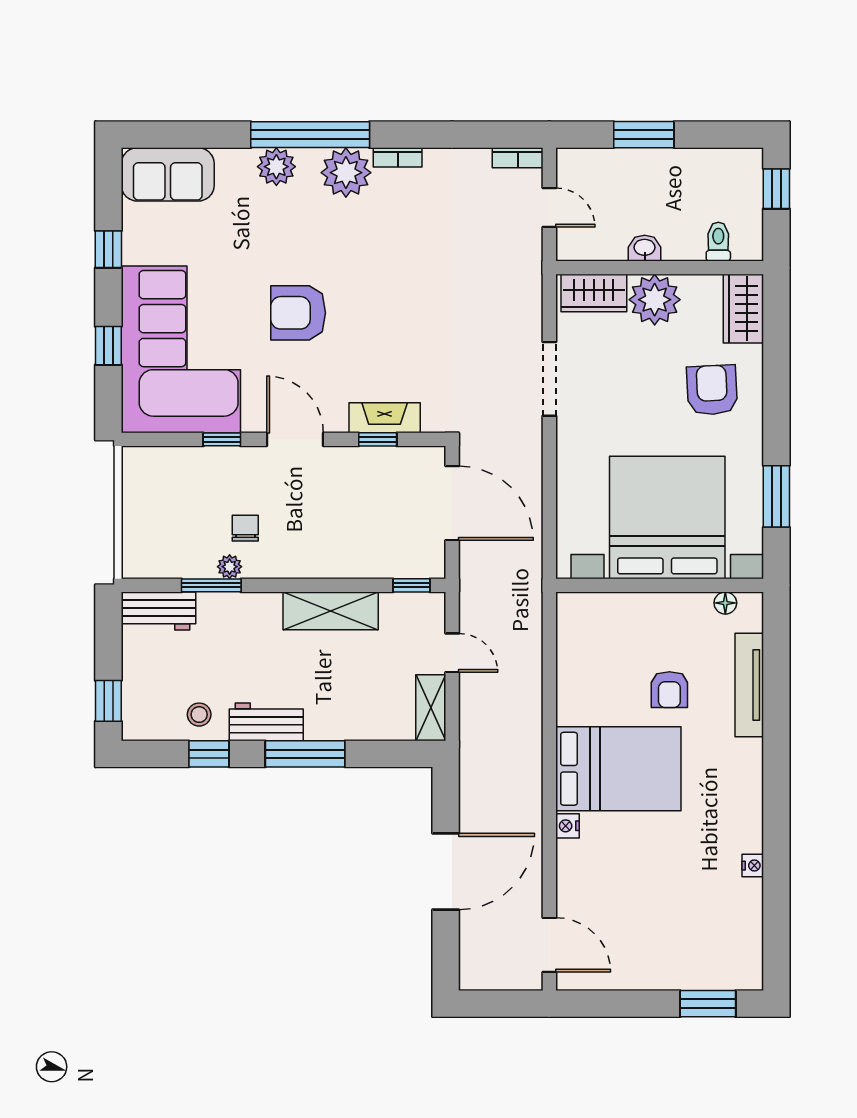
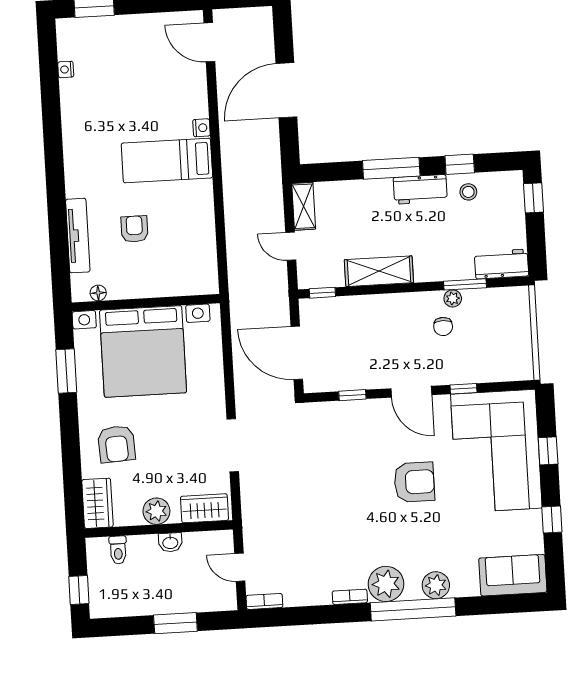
plant: (655, 300) -> (156, 511), width x0.73, depth x0.73
fireplace: (385, 418) -> (348, 411), removed
bed: (618, 769) -> (167, 160), width x0.67
nightstand: (753, 866) -> (66, 69), moved

